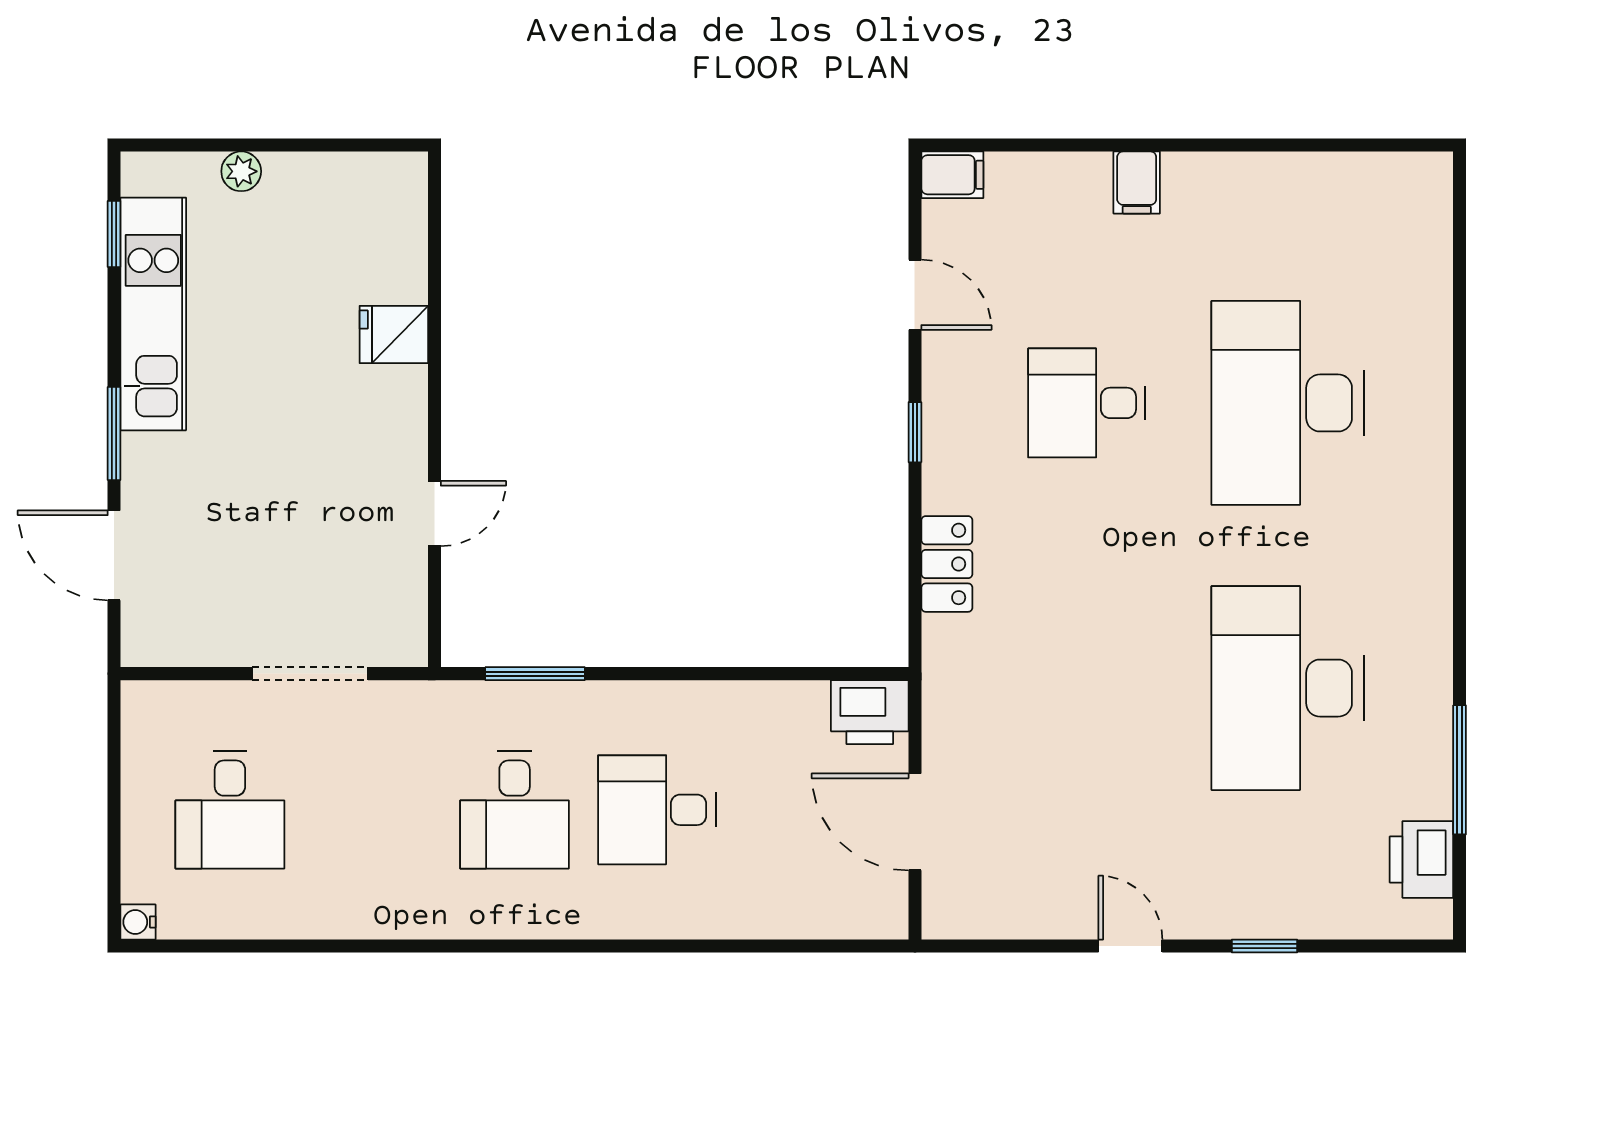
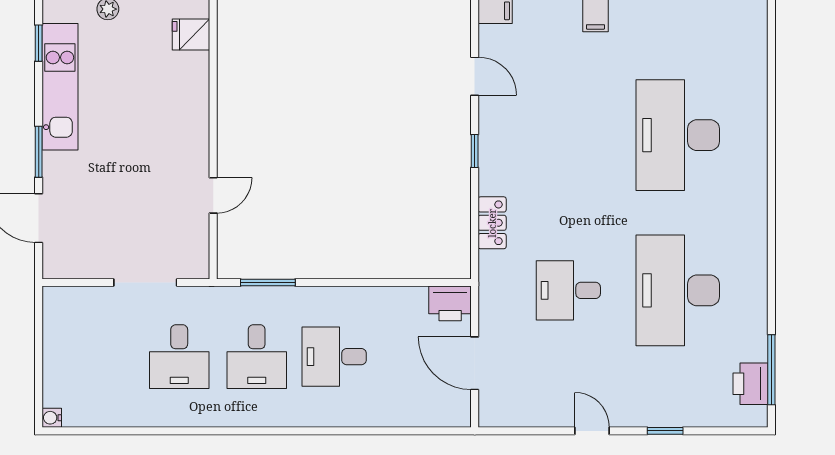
fridge: (394, 334) -> (191, 34), moved
desk: (1087, 403) -> (568, 290), moved
window: (1460, 770) -> (771, 370), moved
desk: (230, 810) -> (179, 357), moved

